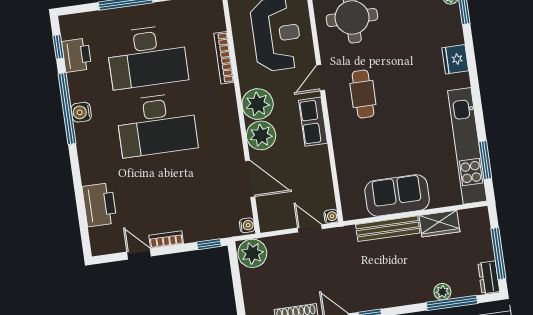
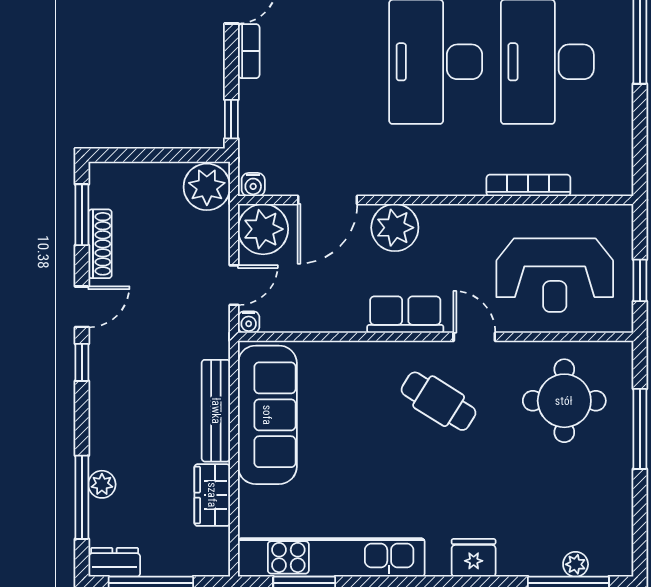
cafe table: (363, 94) -> (439, 401), turned 32
plant: (258, 104) -> (263, 229), moved
sofa: (397, 195) -> (267, 415), width x1.36

